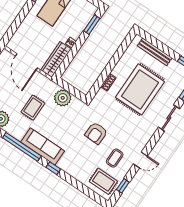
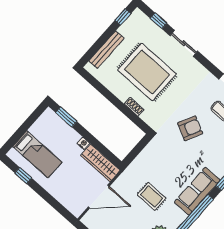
plant: (63, 98) -> (145, 161), removed
armchair: (96, 133) -> (190, 128), turned -65

